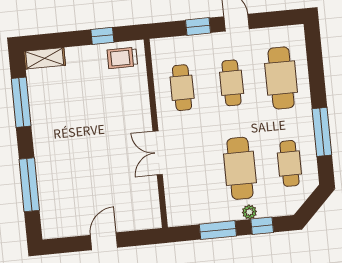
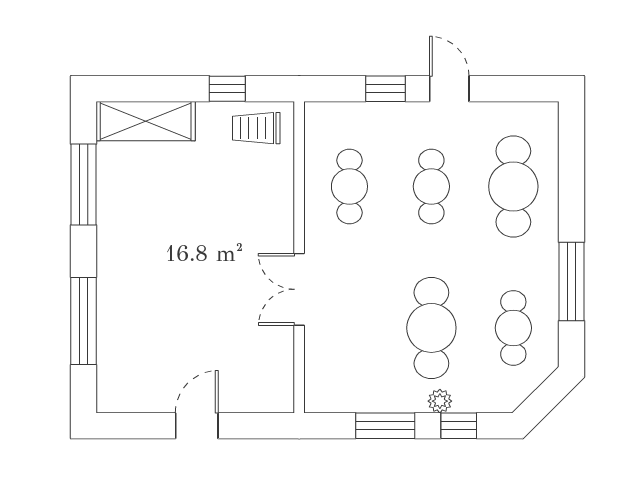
shelving: (45, 58) -> (146, 121), width x1.50, depth x1.33

